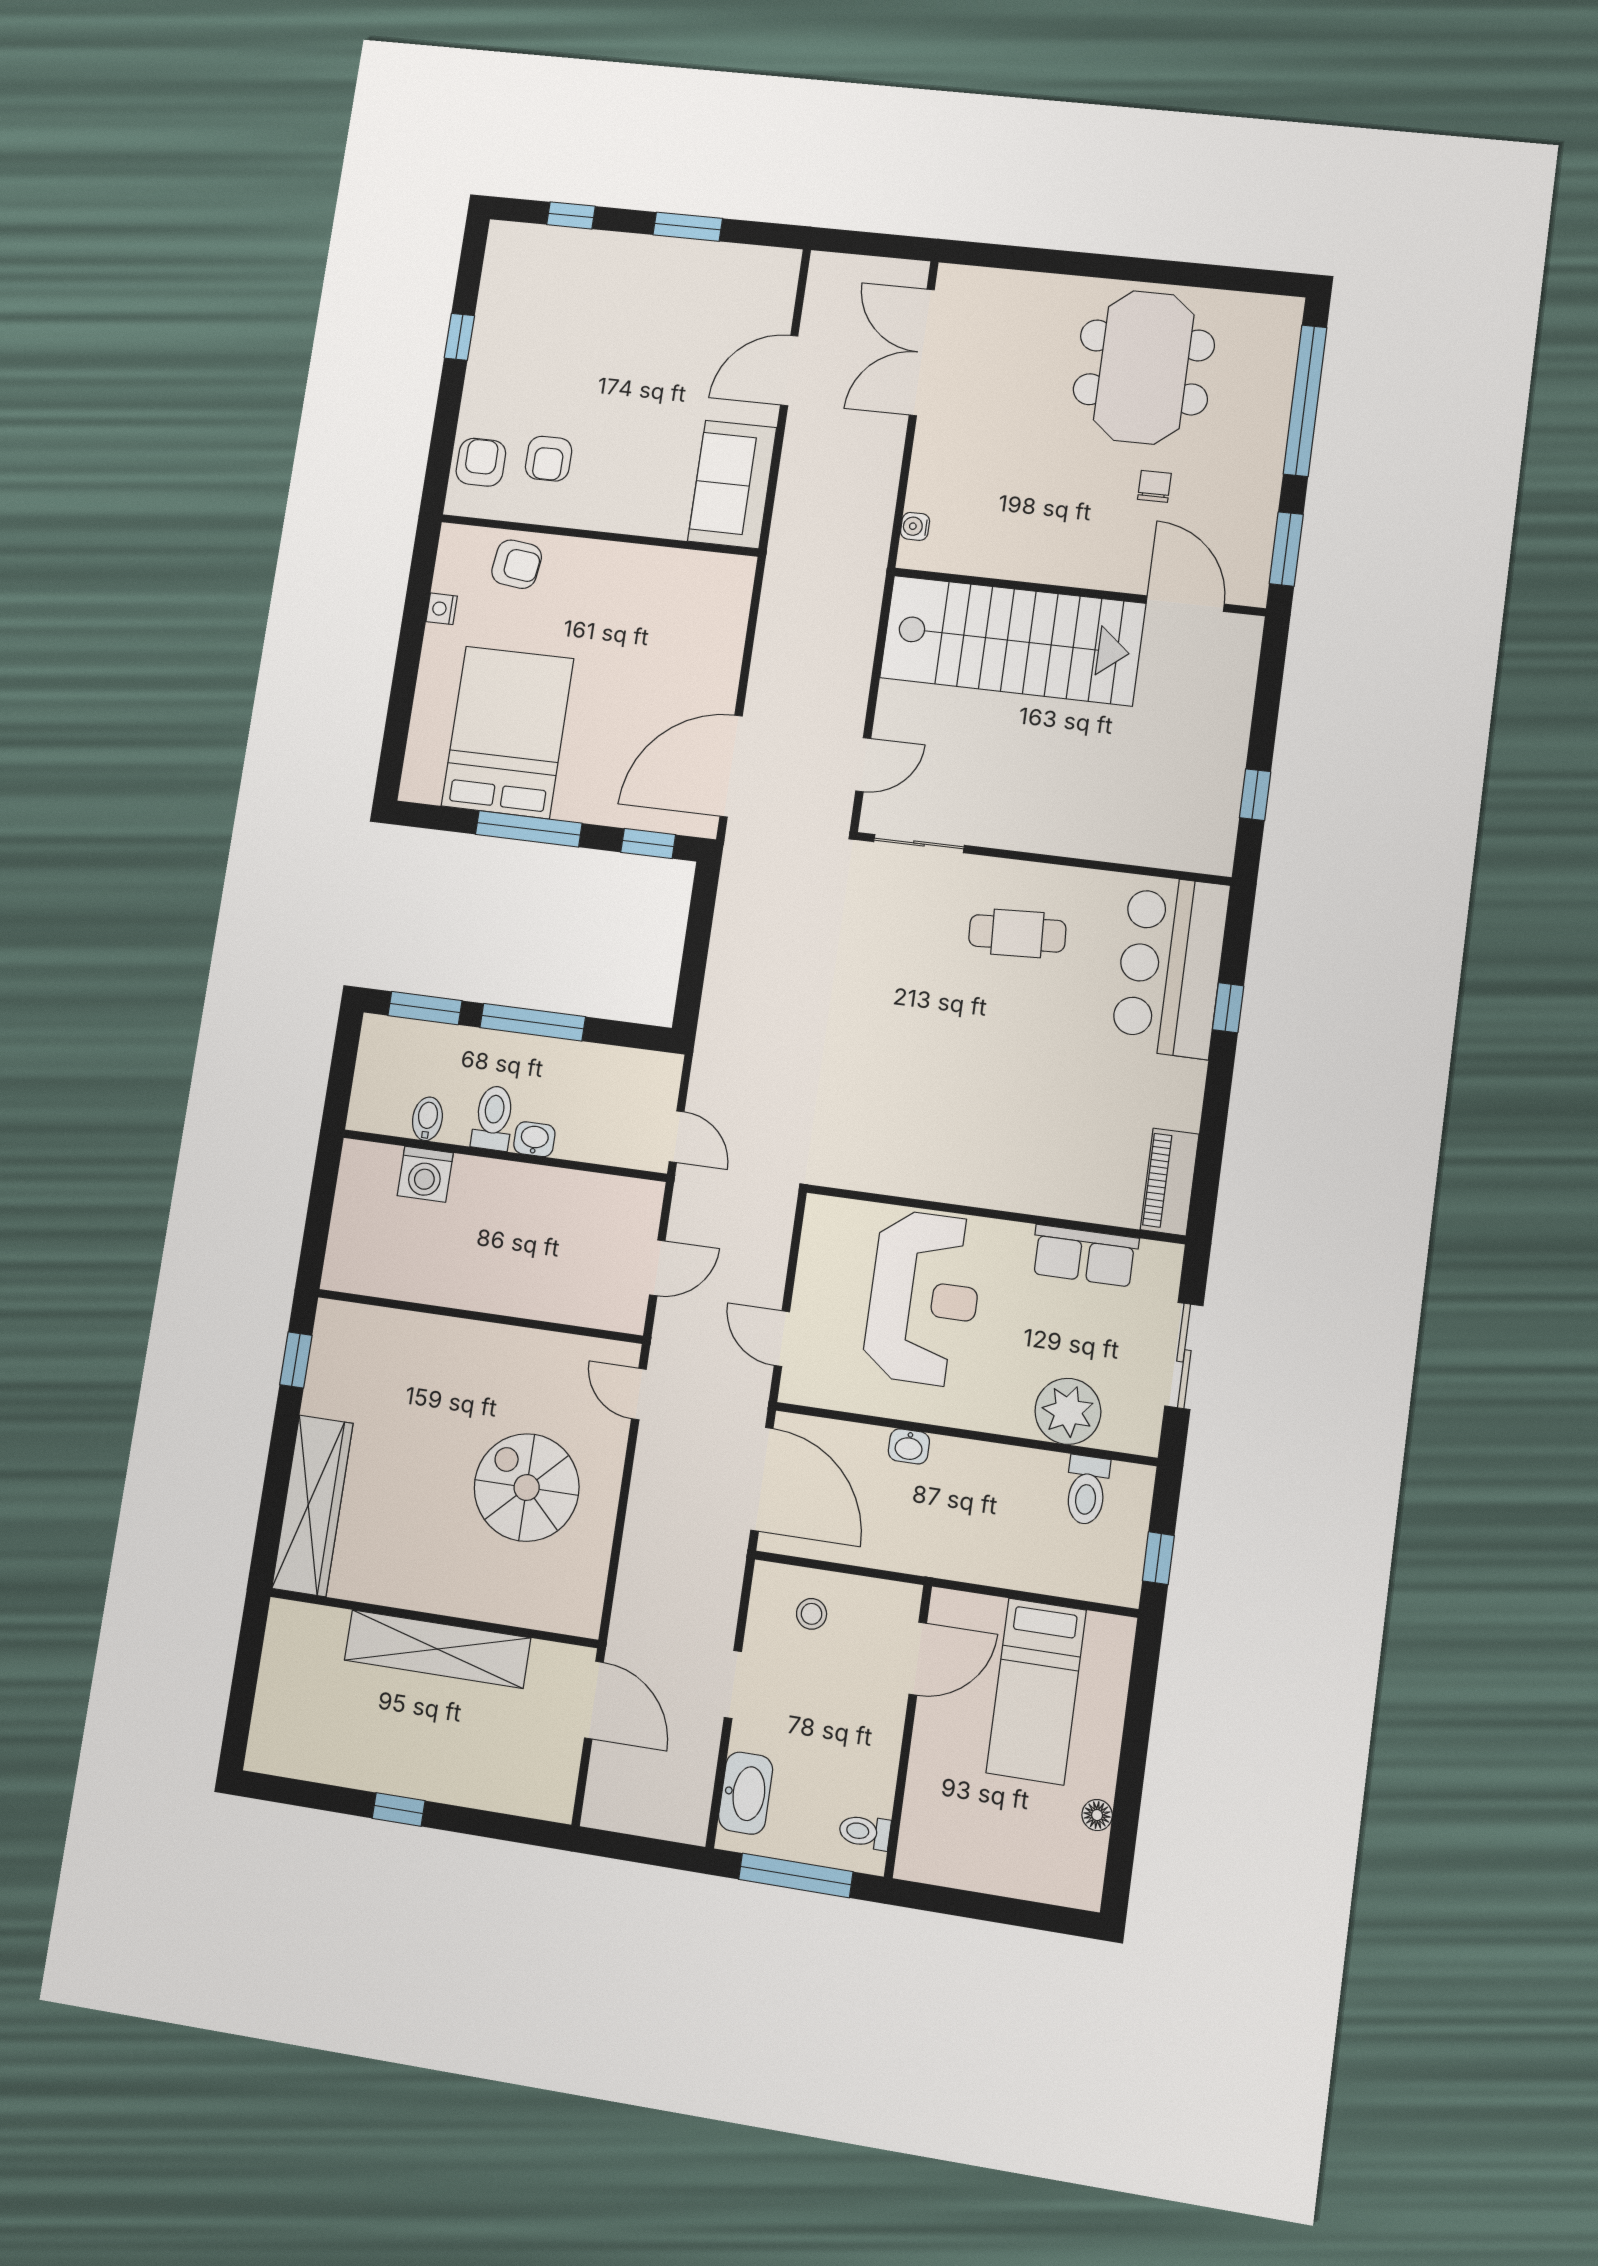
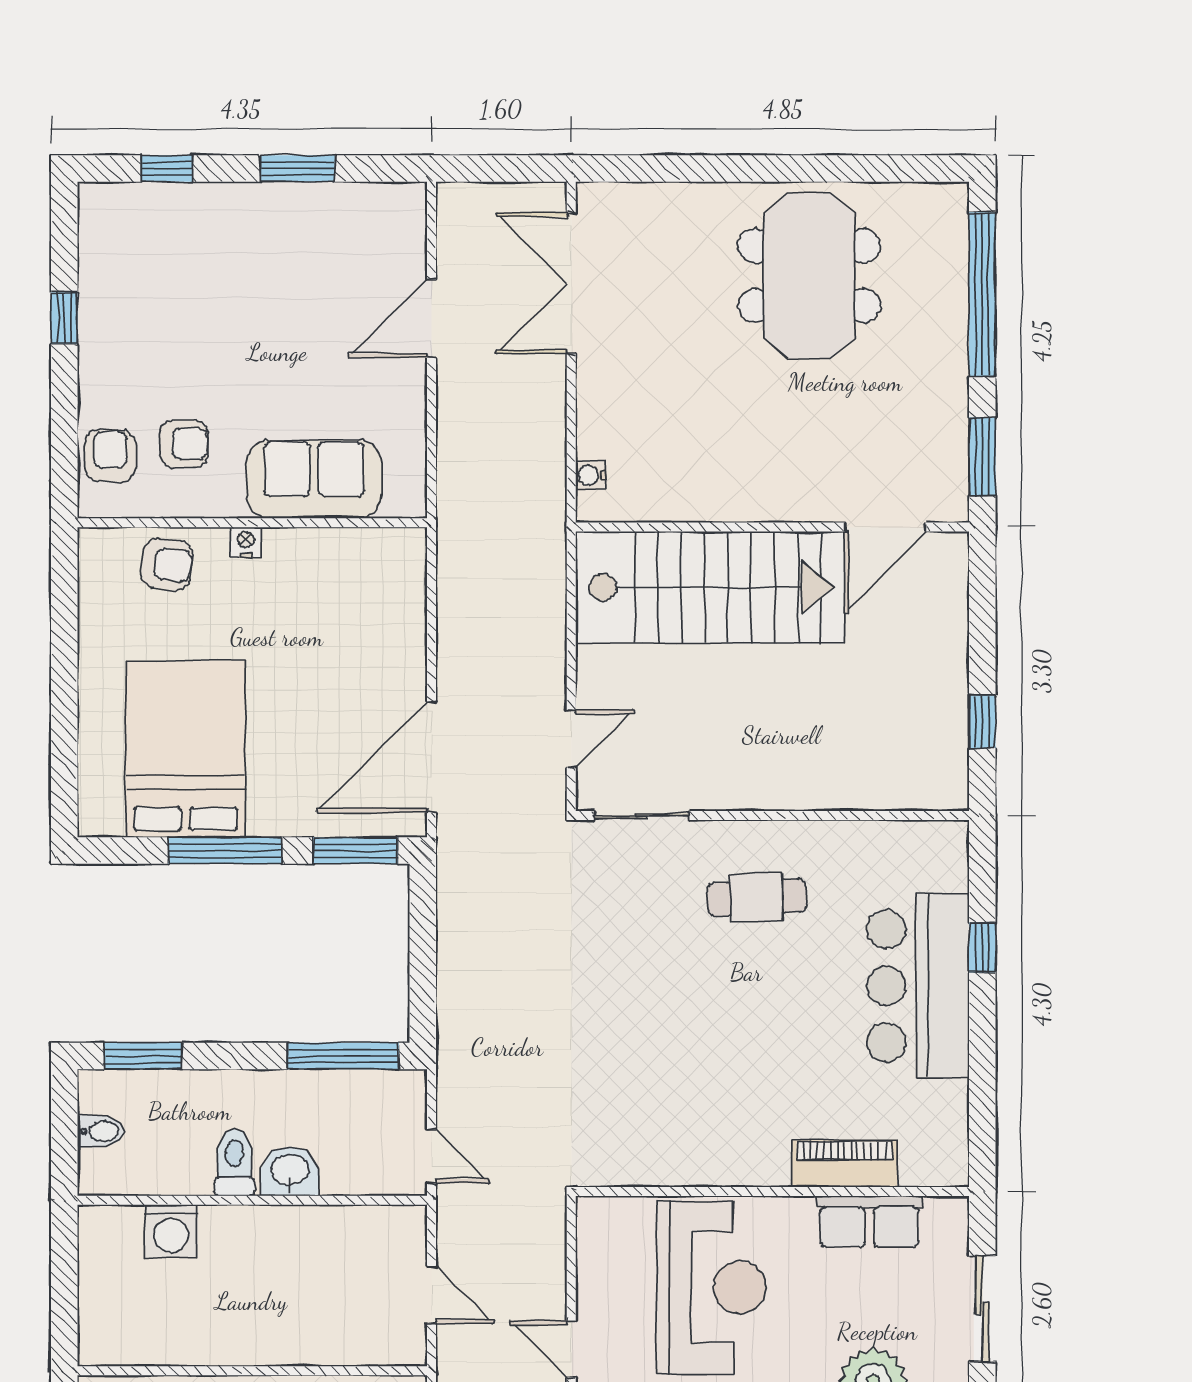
armchair: (549, 459) -> (184, 444), turned -90
sofa: (732, 484) -> (314, 479), moved, turned 90
chair: (1154, 486) -> (837, 404), removed
door: (1185, 604) -> (885, 527), swing flipped
nightstand: (442, 609) -> (246, 542), moved, turned 90
window: (648, 843) -> (355, 851), width x1.50
bar counter: (1170, 966) -> (918, 986), moved
window: (533, 1022) -> (343, 1056), moved
bidet: (427, 1119) -> (101, 1131), moved, turned 90
washbasin: (534, 1139) -> (290, 1171), width x1.38, depth x1.45
piano: (1170, 1182) -> (844, 1164), moved, turned 90
door: (657, 1268) -> (431, 1295), hinge flipped

